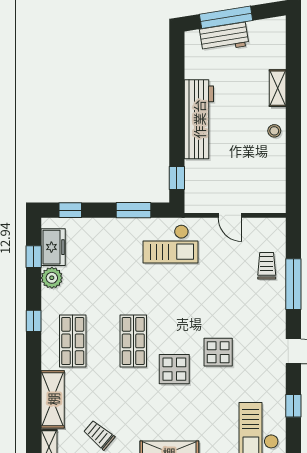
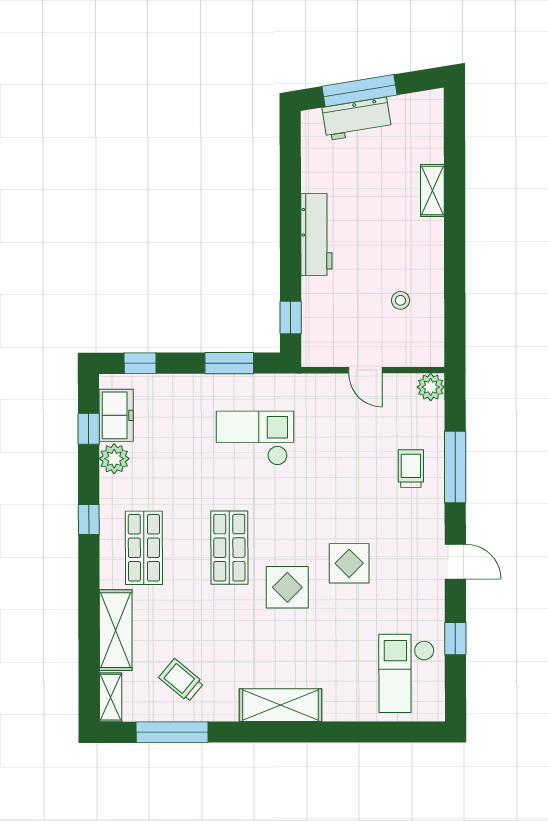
workbench: (199, 119) -> (316, 235), width x0.73, depth x0.76
stool: (274, 131) -> (400, 300), moved
plant: (276, 227) -> (431, 387), added
checkout: (170, 244) -> (255, 438), moved, turned 180
trolley: (267, 266) -> (411, 469), moved

